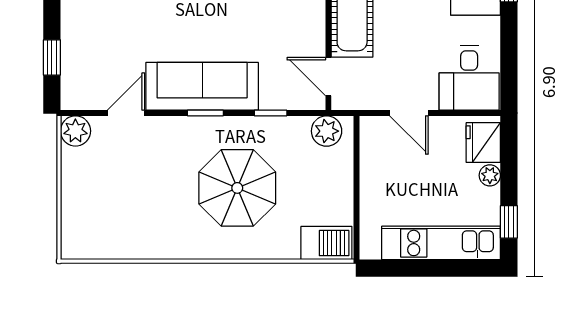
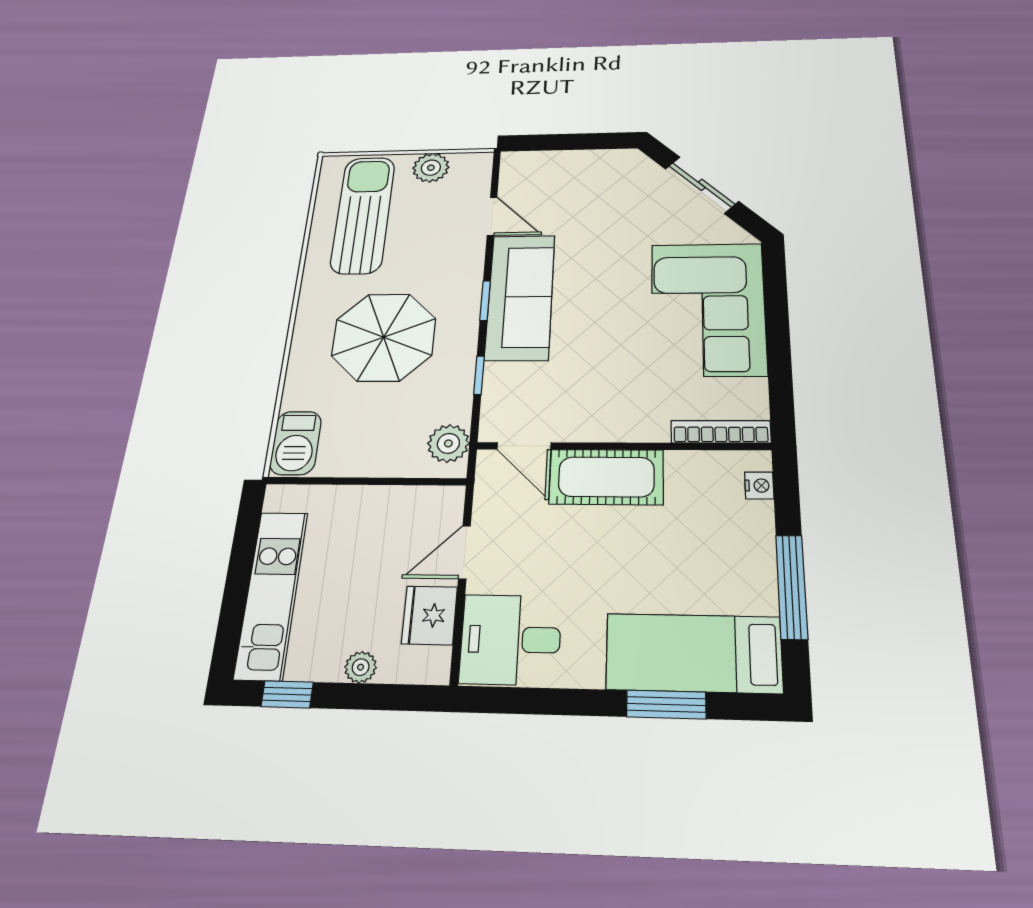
window: (52, 57) -> (566, 142), removed
door: (328, 77) -> (524, 446), swing flipped
plant: (75, 131) -> (431, 168), moved
fridge: (483, 143) -> (430, 615), moved, turned -90
sun lounger: (122, 218) -> (363, 214), added

